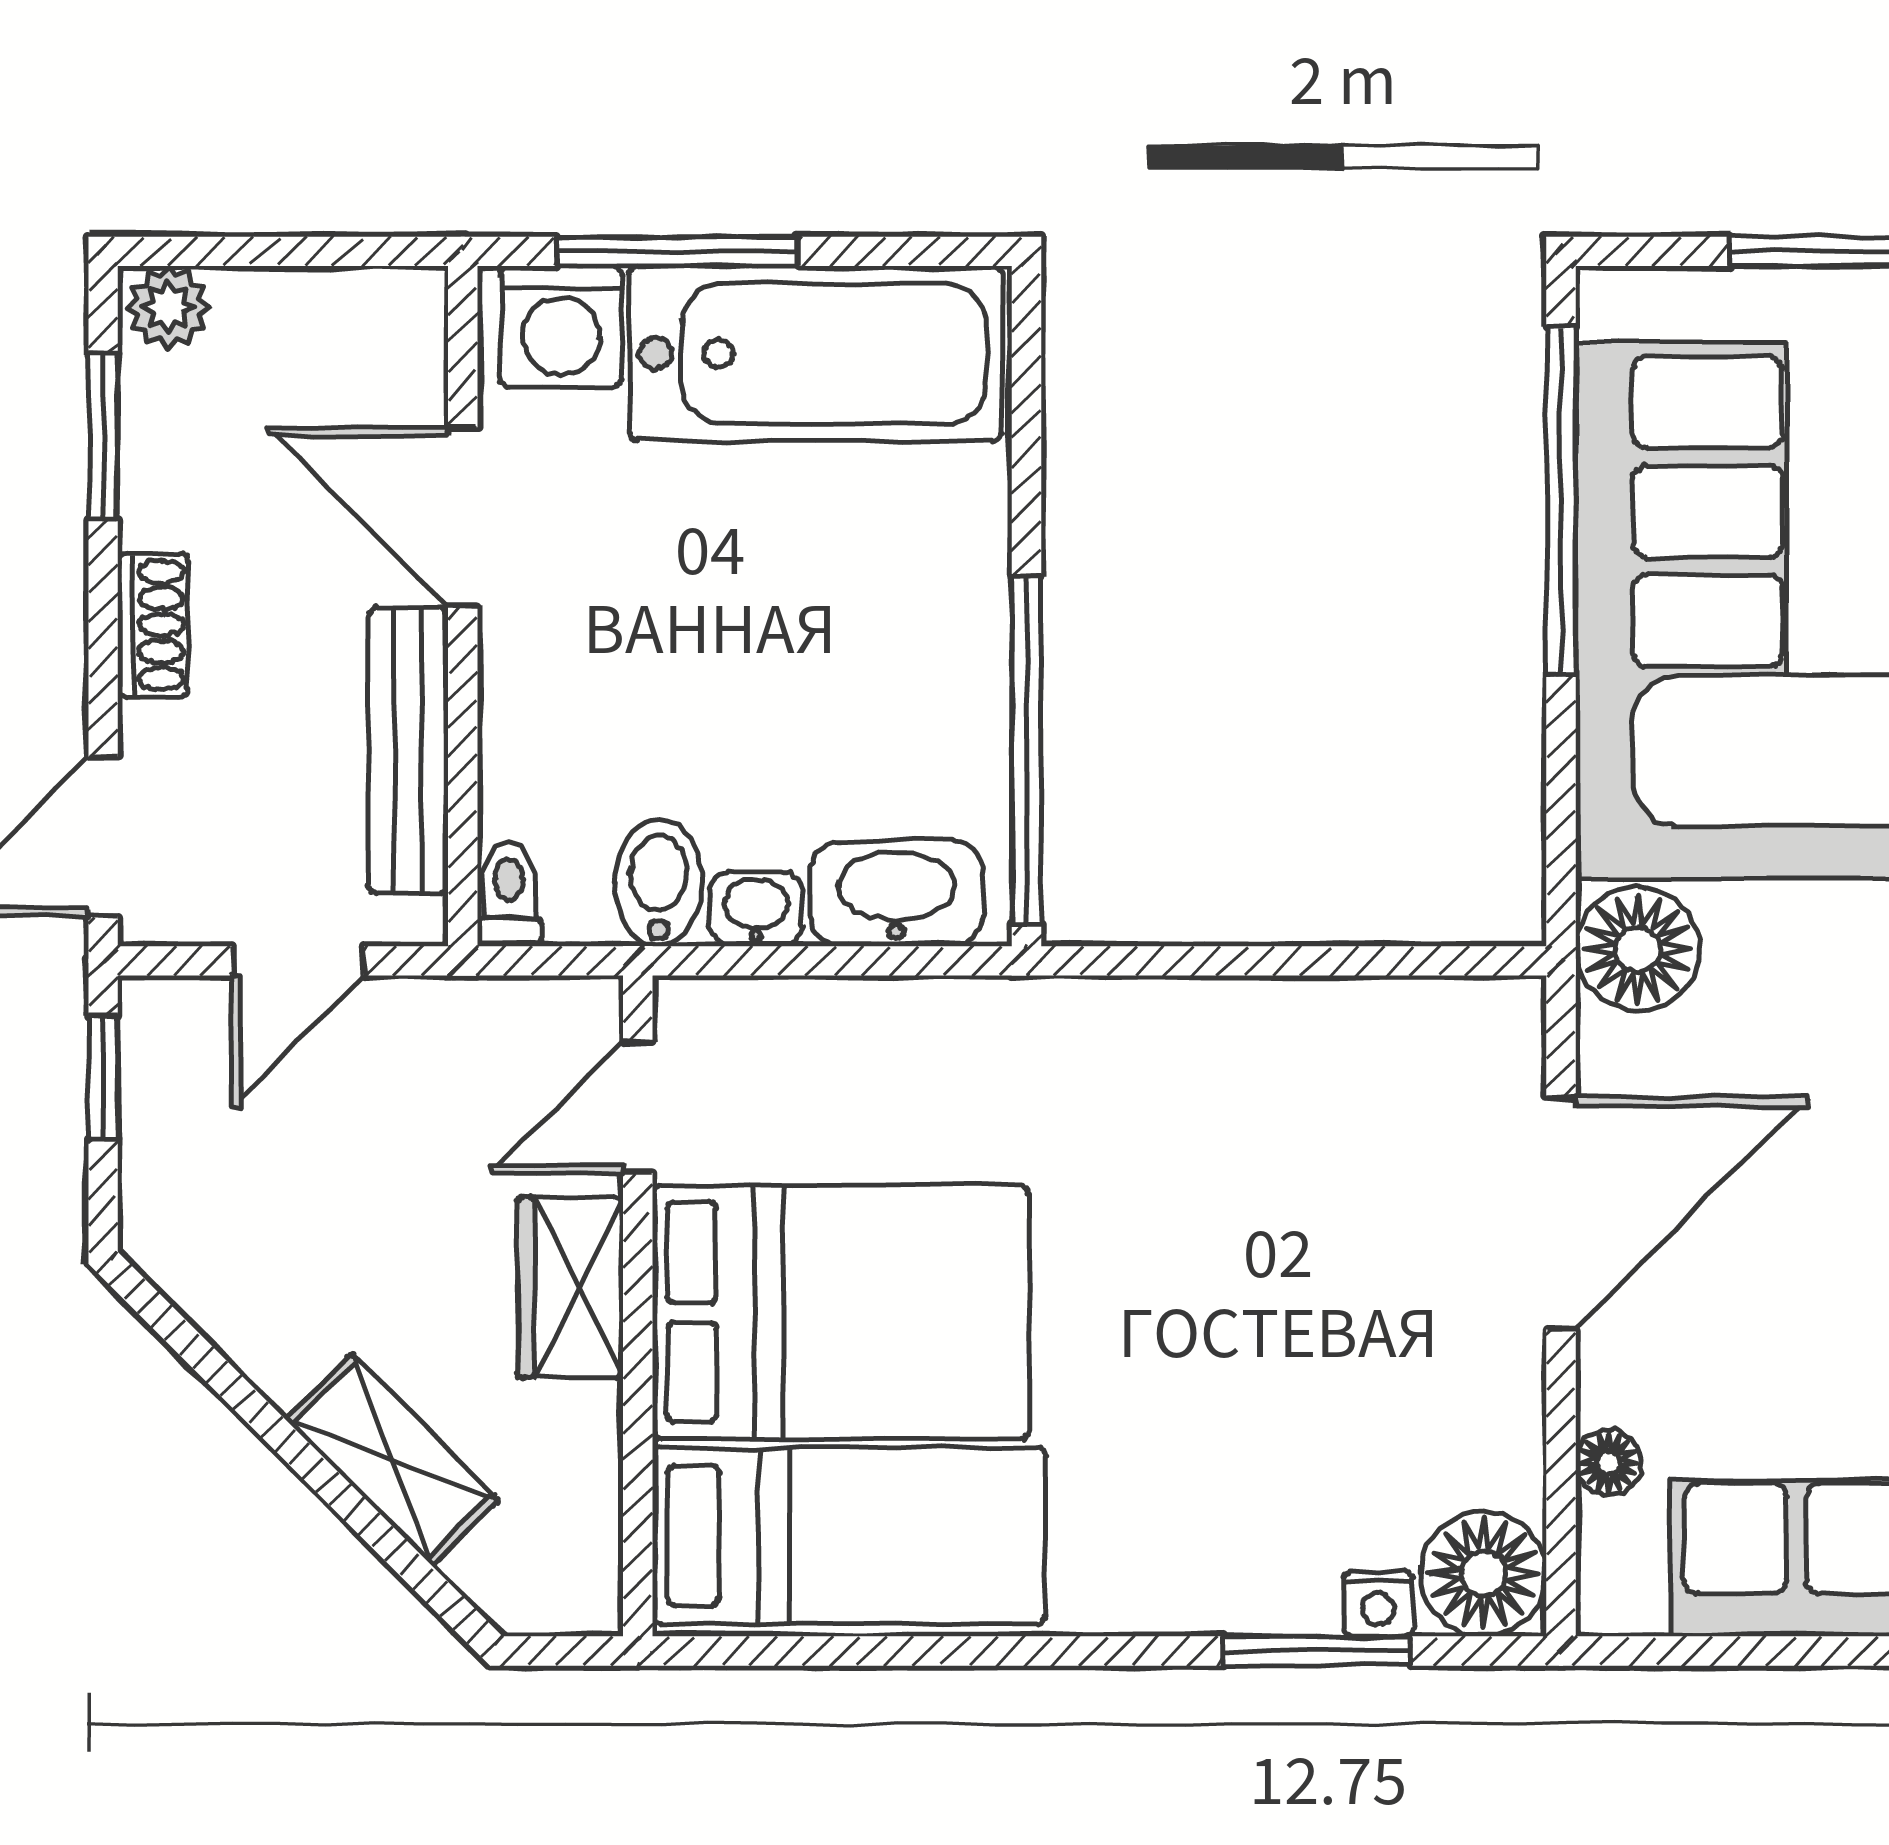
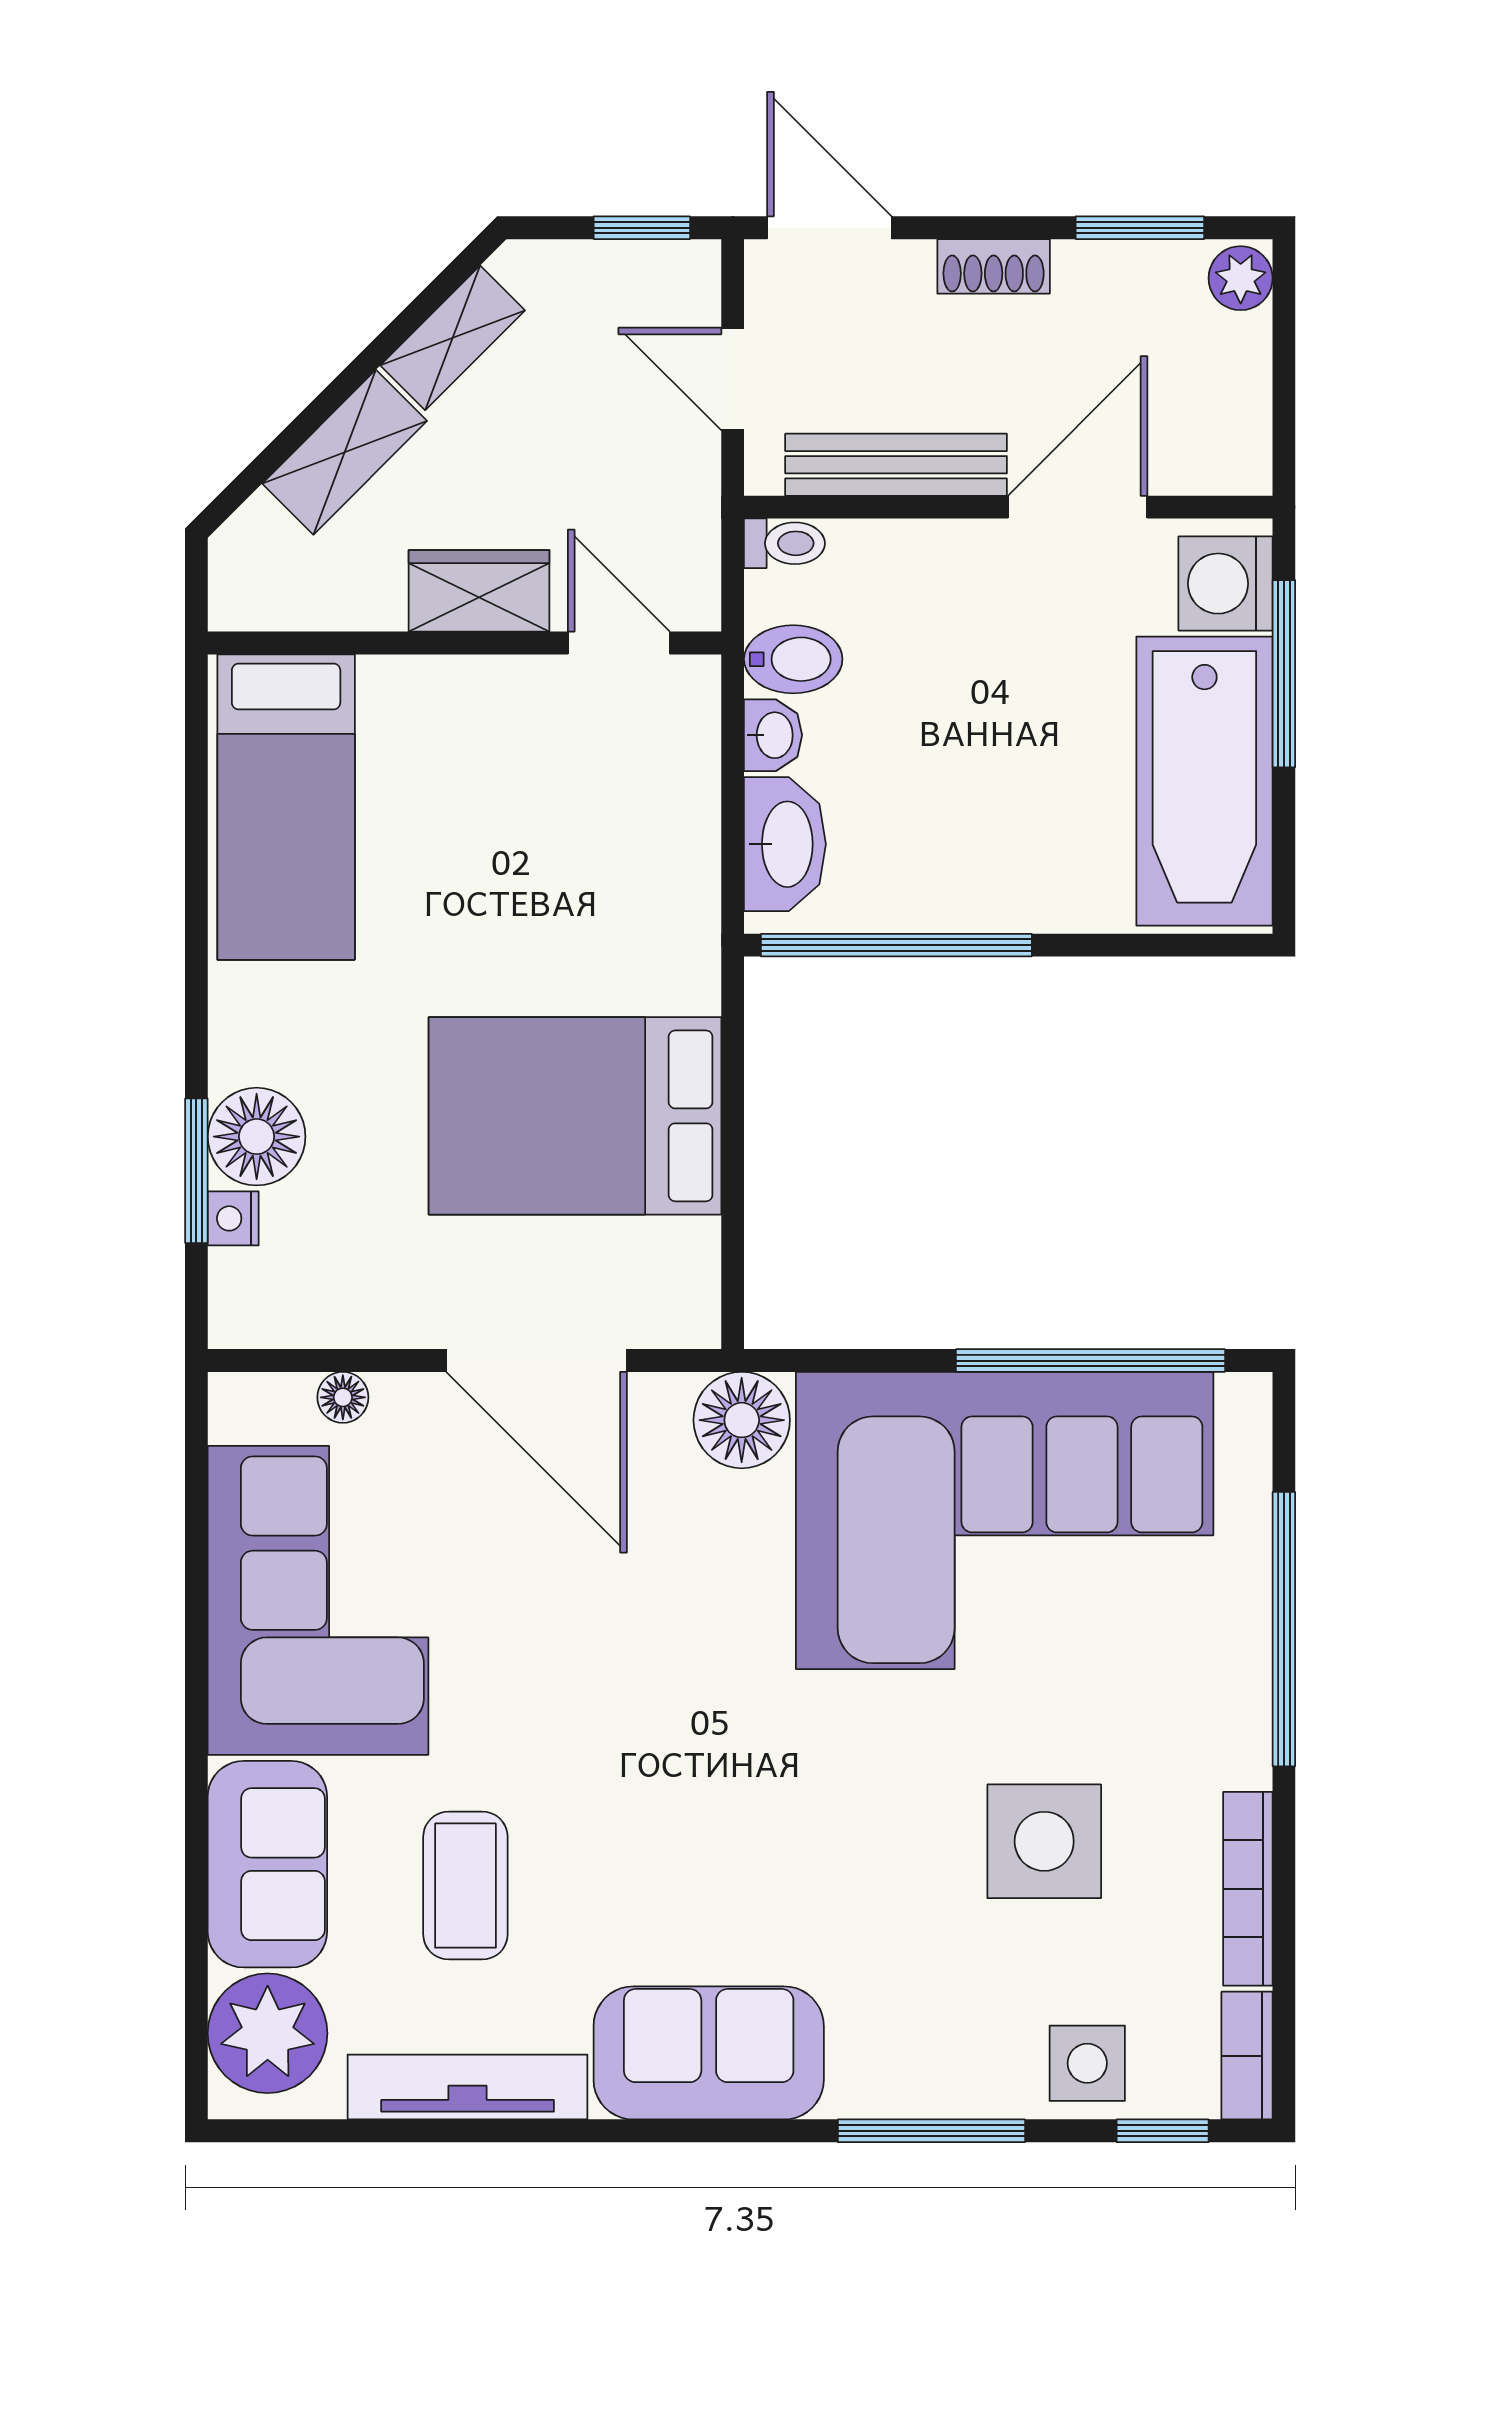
bed: (841, 1312) -> (575, 1116), moved, turned 90
shelving: (245, 1321) -> (453, 338), added
floor lamp: (1484, 1574) -> (257, 1137), moved

